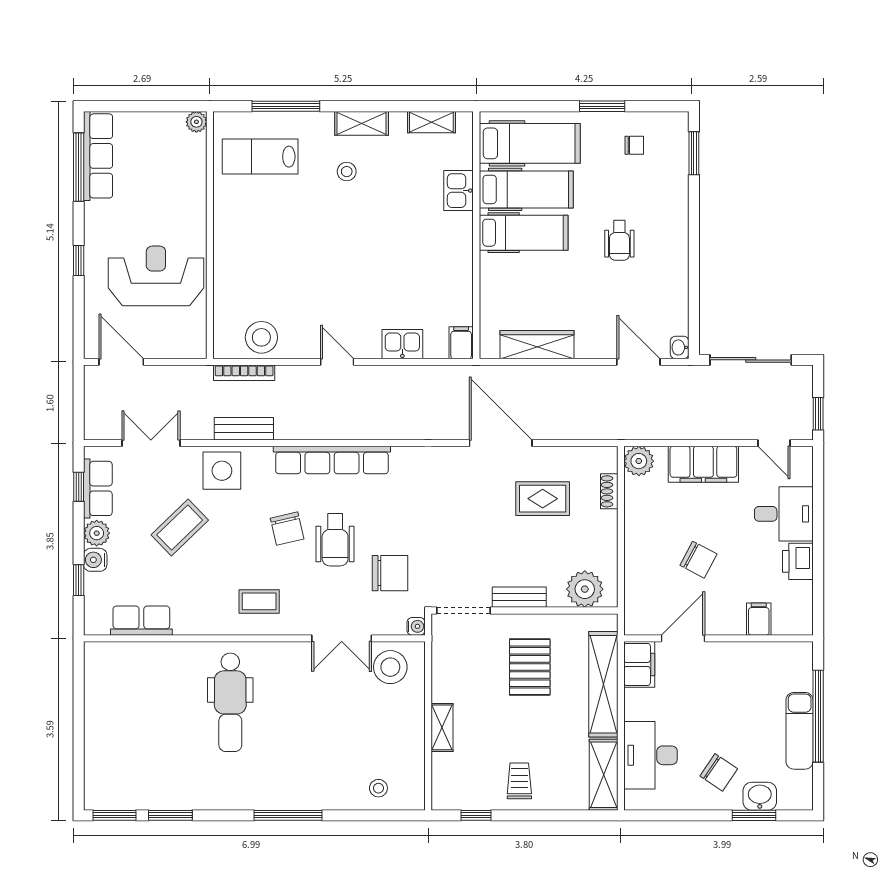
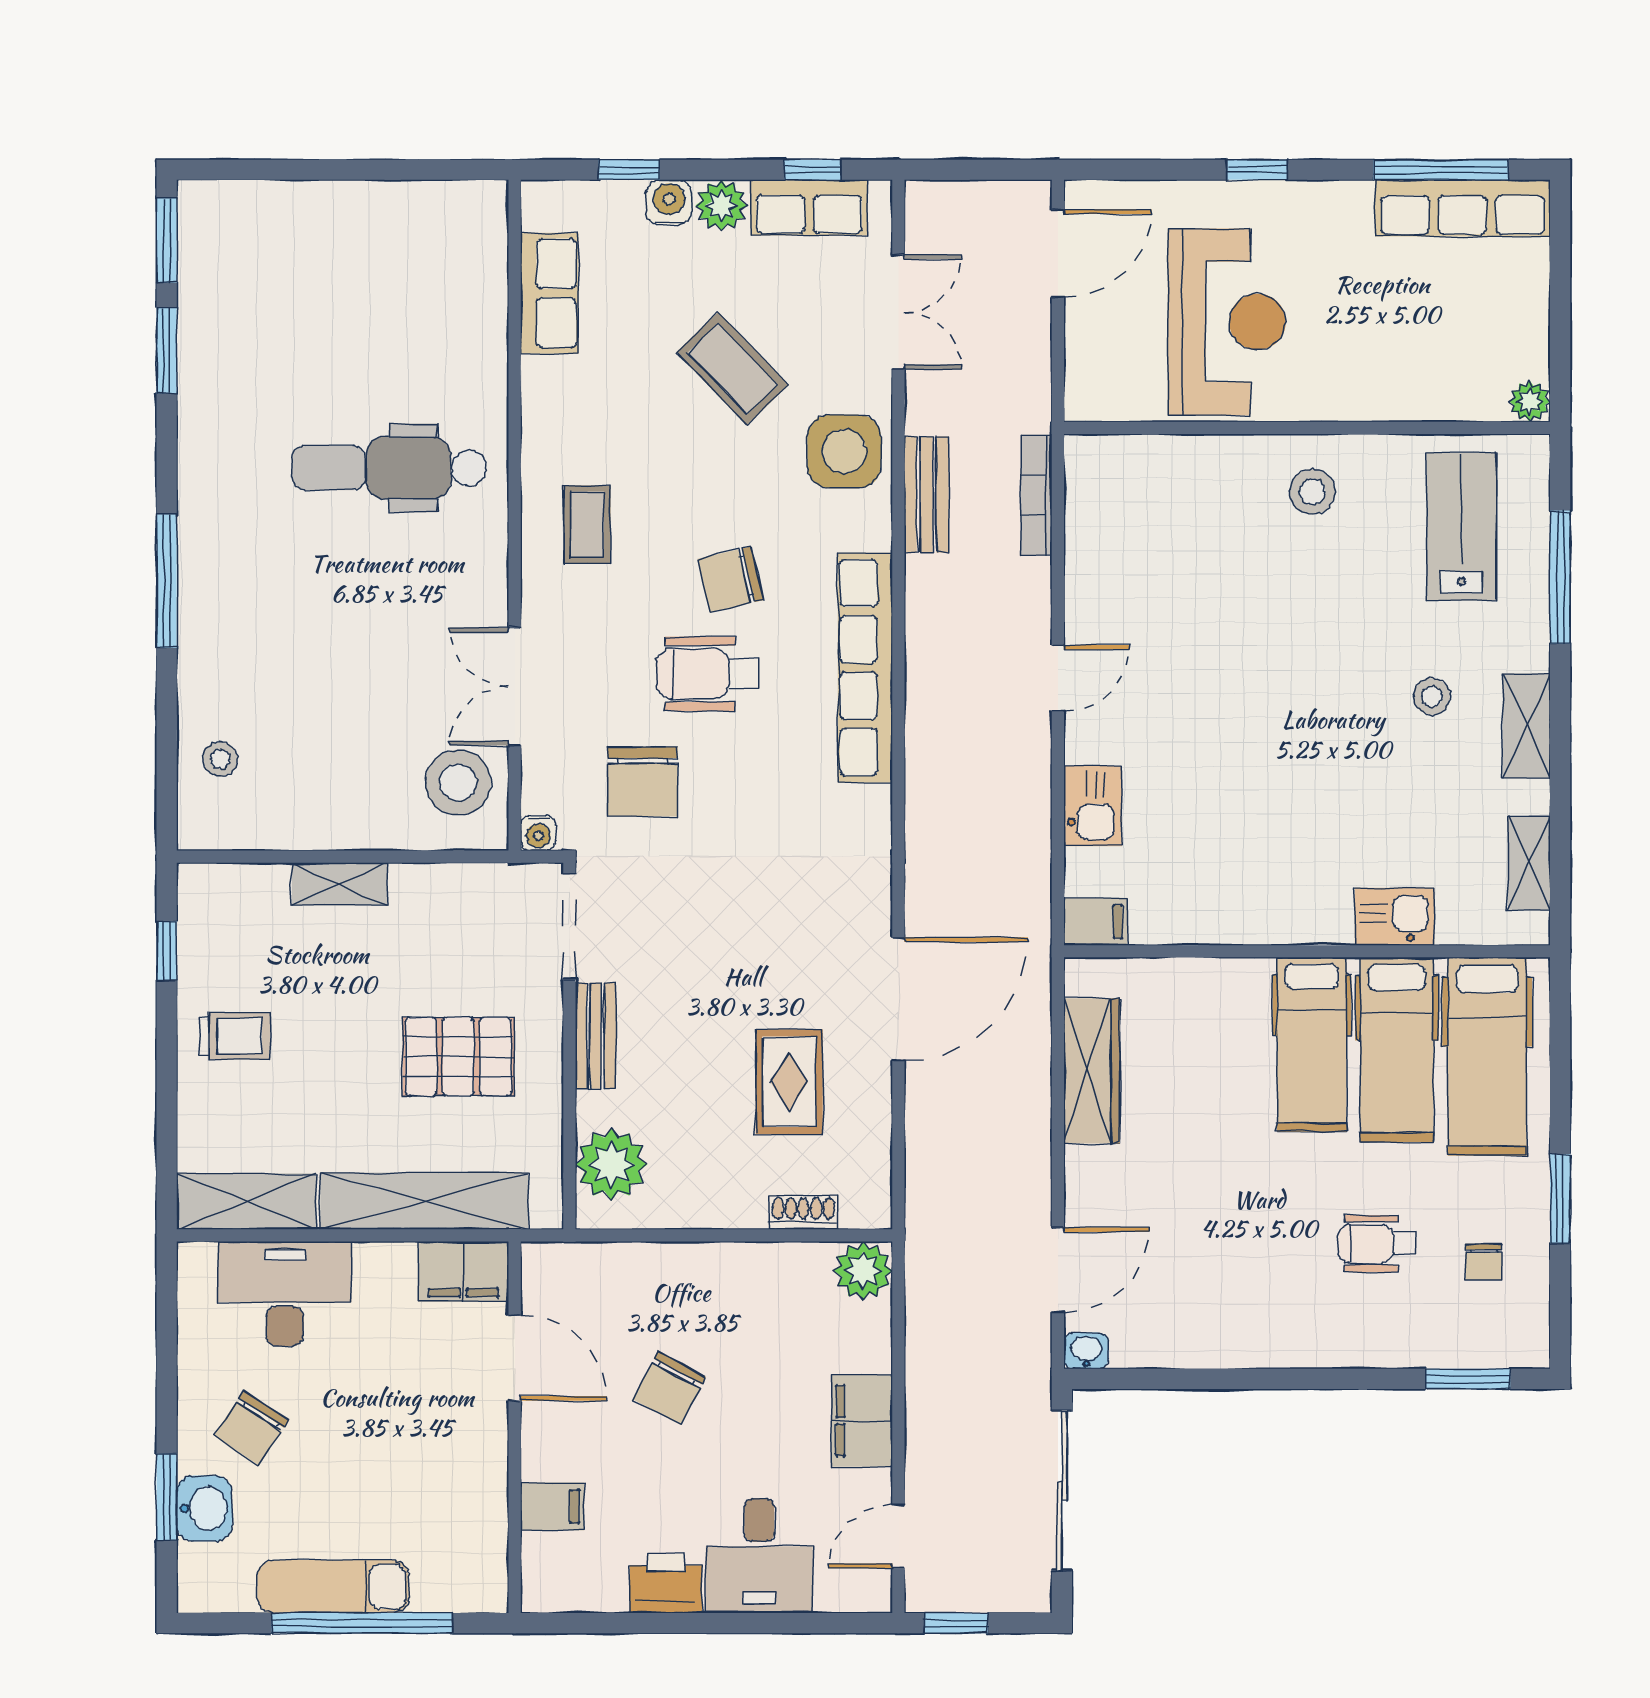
wheelchair: (619, 240) -> (1377, 1243), moved
stool: (261, 337) -> (1312, 492), moved, width x0.73, depth x0.73
filing cabinet: (703, 464) -> (862, 1421), width x0.67, depth x0.86

